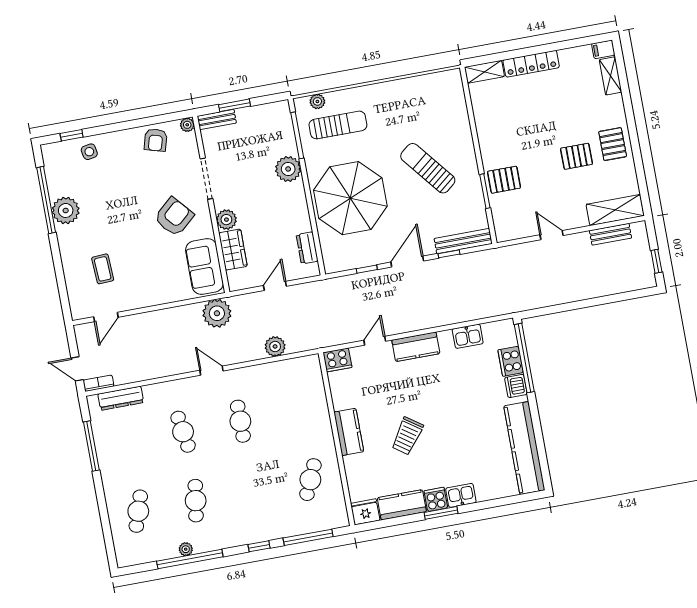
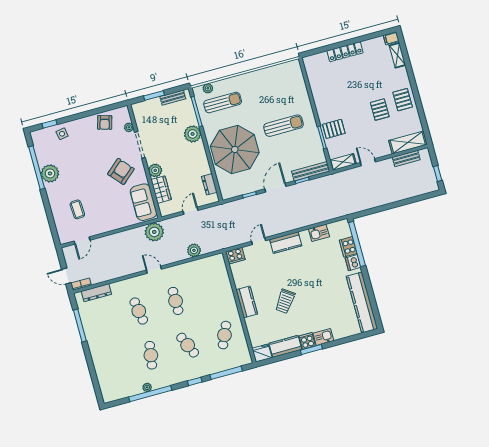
shelving: (484, 72) -> (343, 162), moved
bench: (217, 119) -> (173, 98), moved
plant: (187, 125) -> (129, 127), moved
pallet: (576, 156) -> (380, 110), turned 90
sun lounger: (428, 168) -> (284, 126), turned 129
cafe table: (138, 511) -> (188, 345), moved, turned -42

